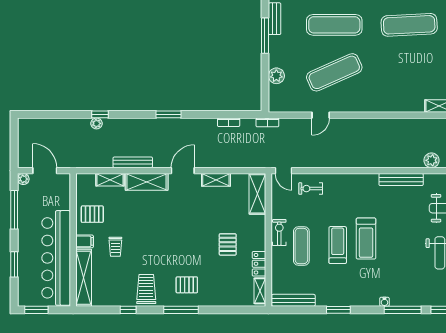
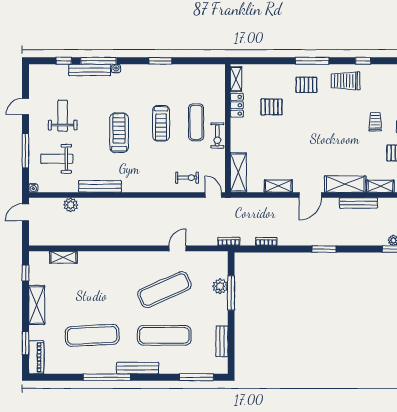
window: (265, 36) -> (231, 293), moved
treadmill: (366, 239) -> (119, 133), moved
pallet: (228, 244) -> (272, 107), moved, turned 90
trolley: (146, 289) -> (346, 81), turned 90
bench: (293, 300) -> (90, 70), moved

